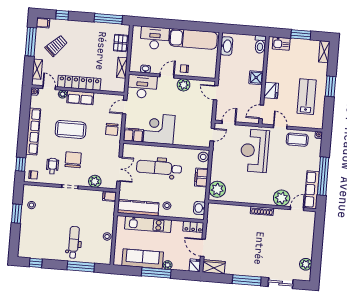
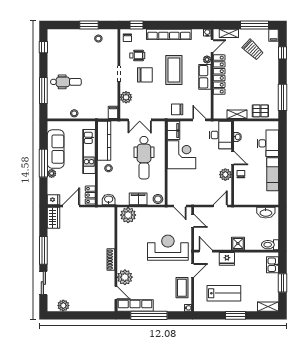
exam couch: (193, 39) -> (273, 174), width x0.73, depth x0.69
dental chair: (159, 168) -> (144, 158), turned 180

